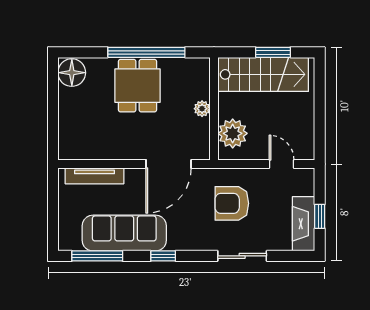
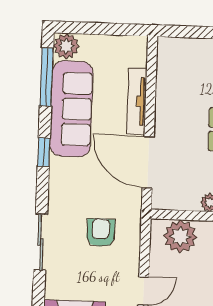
tv unit: (94, 176) -> (137, 101), moved
armchair: (232, 203) -> (101, 233), width x0.72, depth x0.72
plant: (69, 240) -> (66, 46), added

